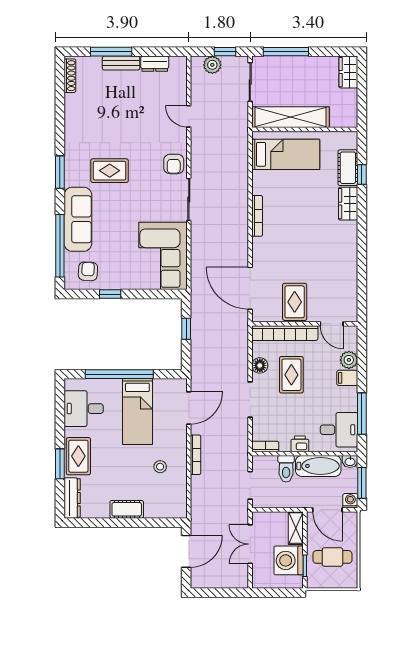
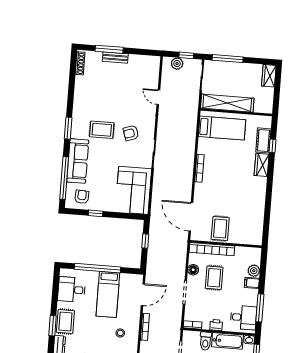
dresser: (155, 64) -> (138, 60), removed
armchair: (174, 164) -> (131, 133), moved, turned 72
door: (332, 324) -> (244, 245), removed

